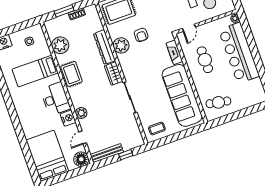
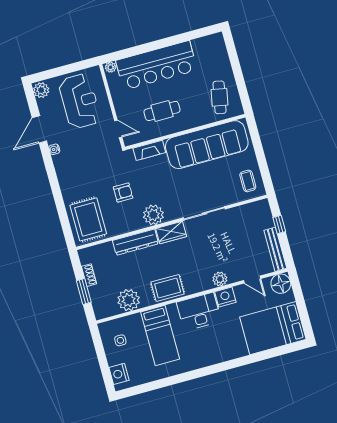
plant: (121, 45) -> (153, 215), moved

